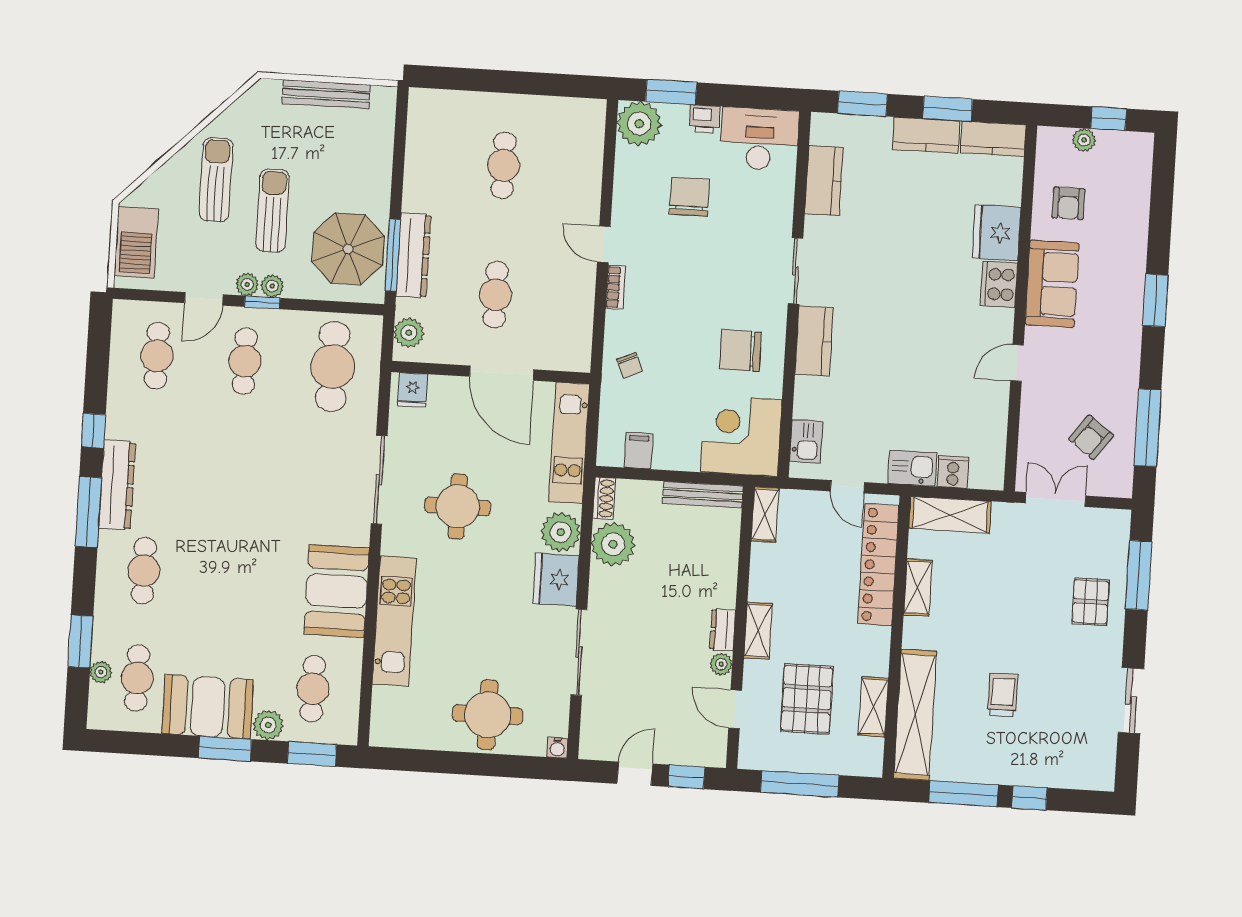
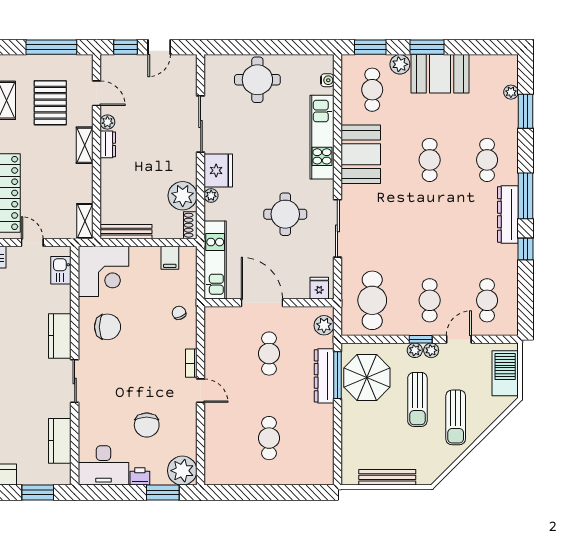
plant: (561, 532) -> (211, 196), width x0.53, depth x0.53
cafe table: (137, 678) -> (430, 160), moved
water cooler: (557, 748) -> (327, 80), moved, turned 90

